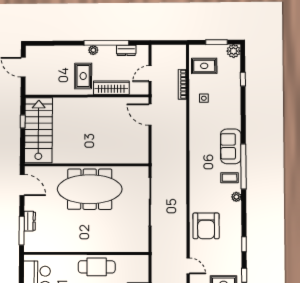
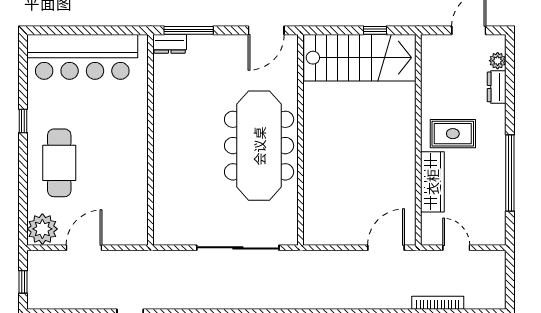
plant: (93, 50) -> (498, 61), moved
dresser: (126, 50) -> (497, 87), moved
dresser: (30, 221) -> (170, 44), moved
cafe table: (97, 267) -> (128, 158), removed

